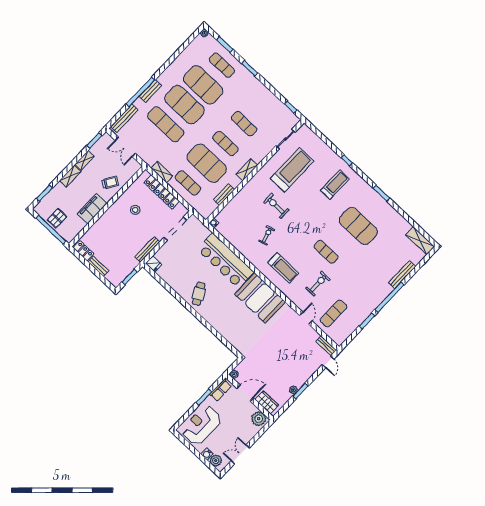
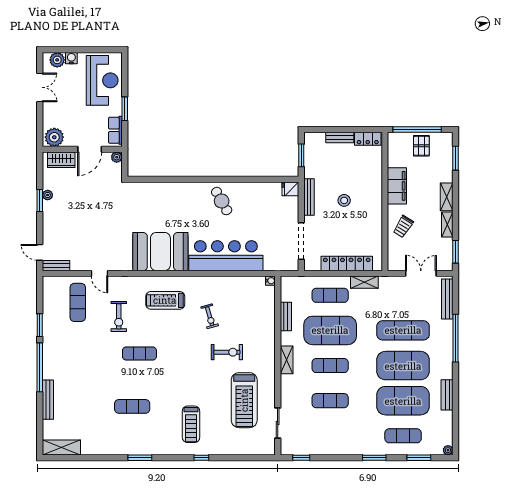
bench: (150, 91) -> (447, 395), moved
stool: (135, 210) -> (344, 200), moved
exercise mat: (358, 226) -> (132, 406), width x0.50, depth x0.69

